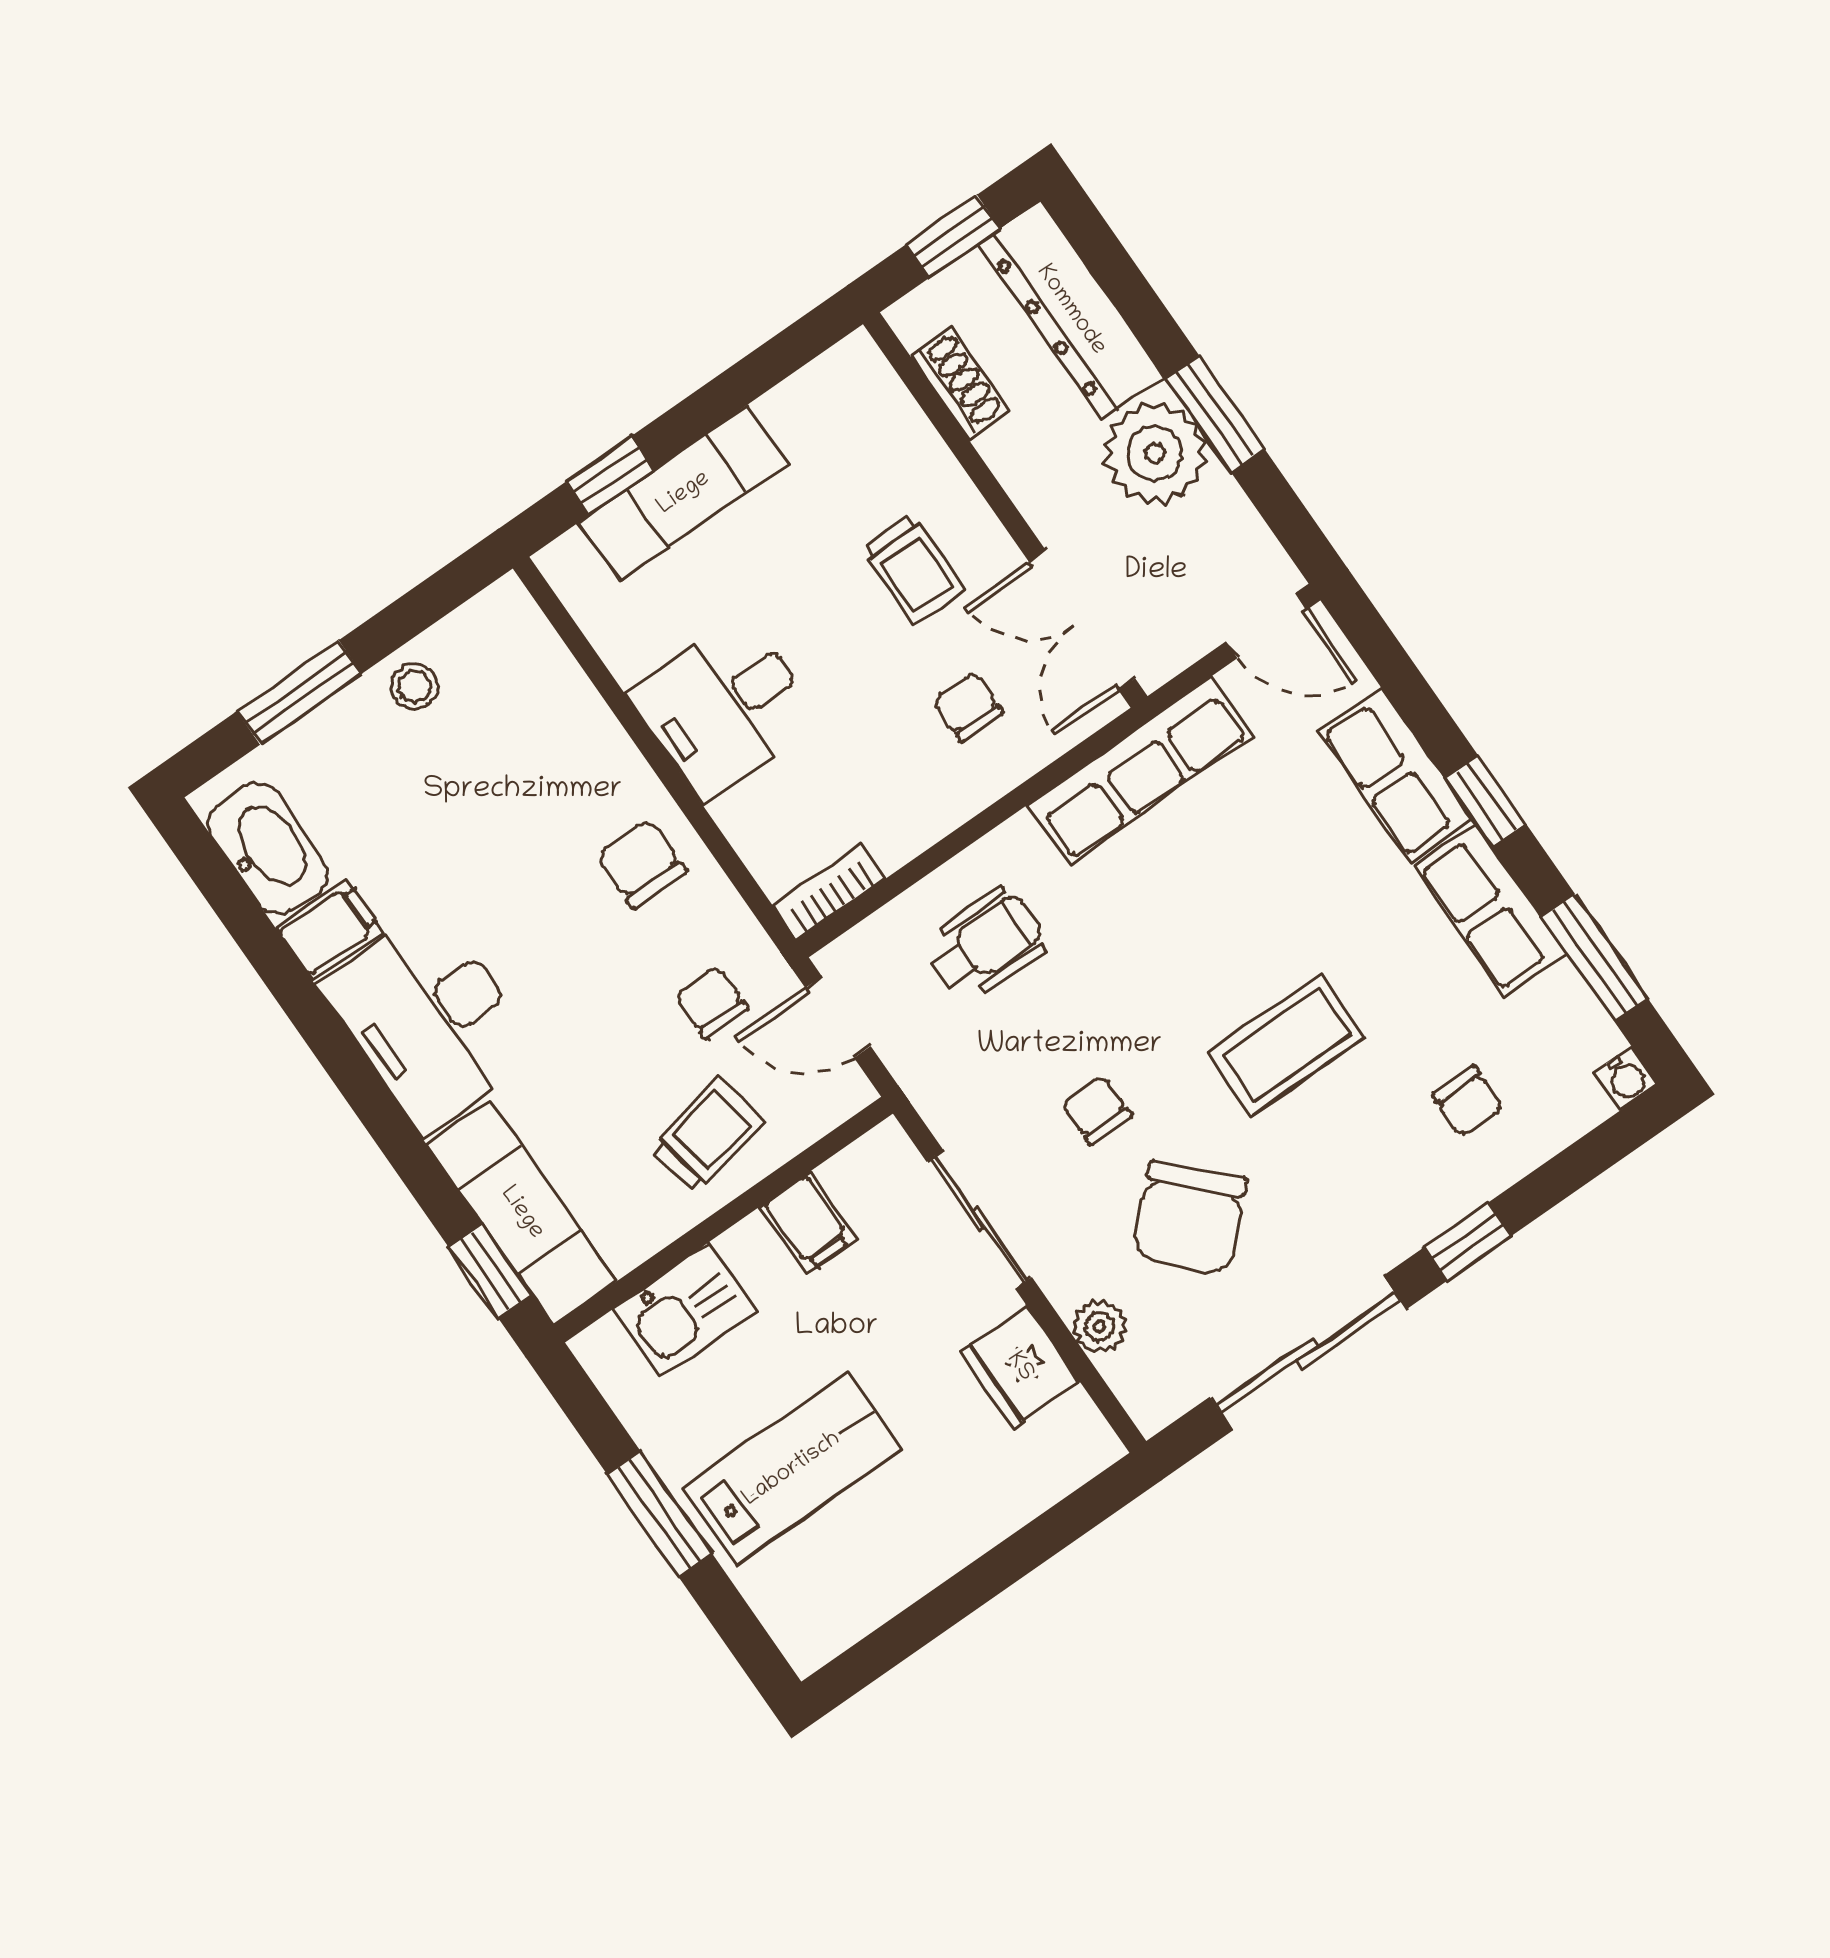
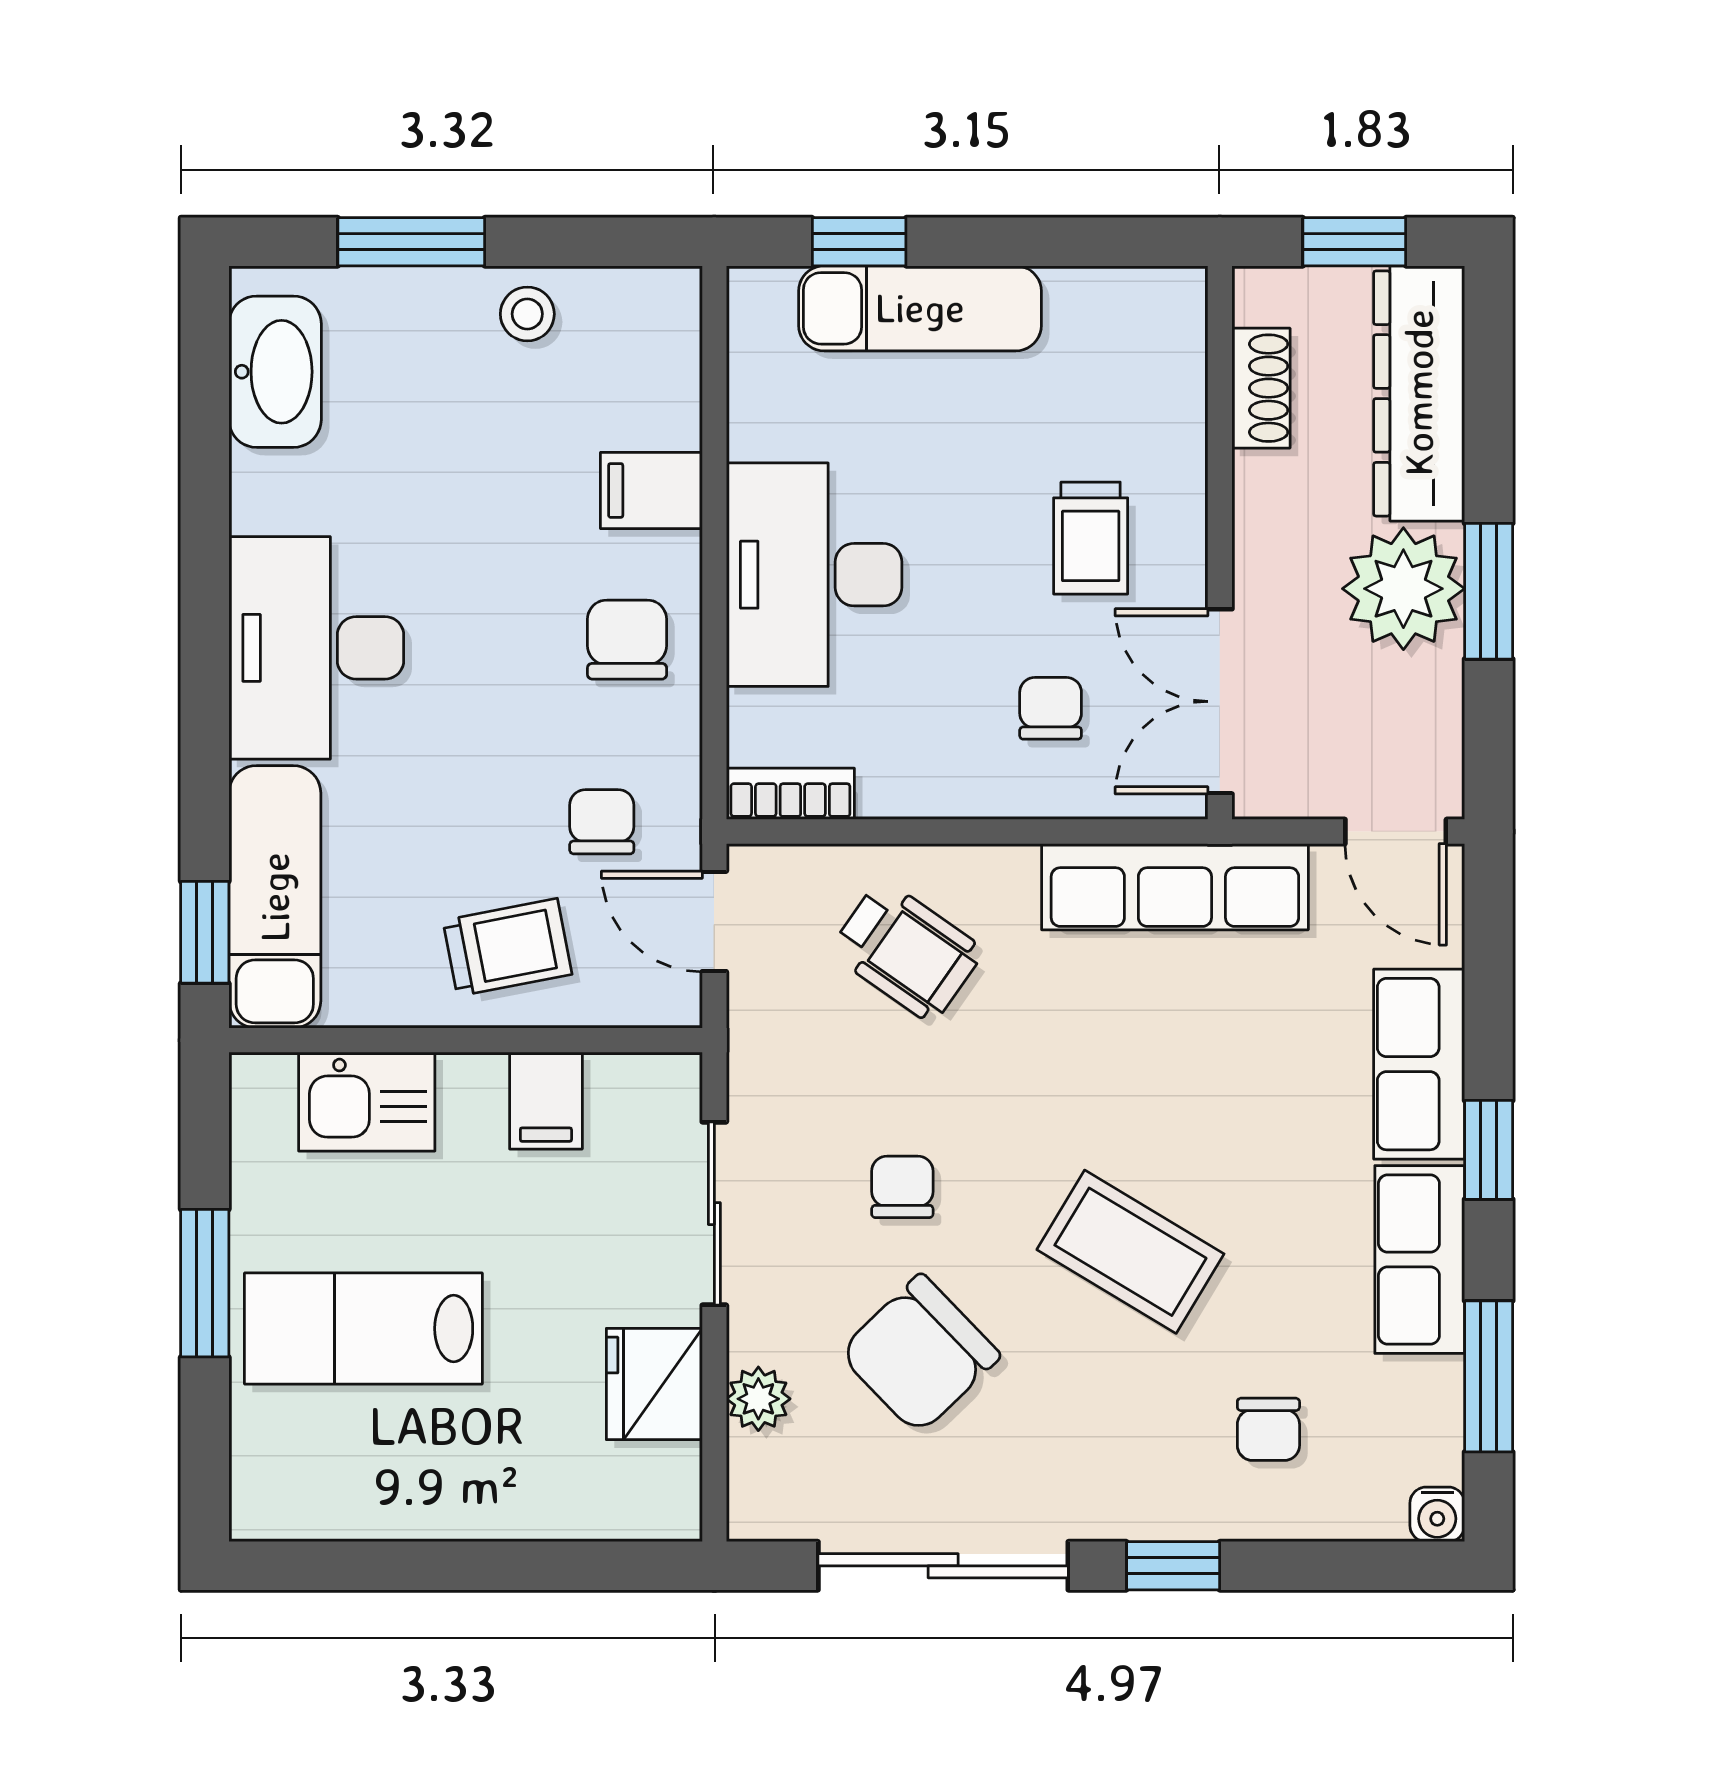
desk: (725, 707) -> (814, 575), width x1.37
filing cabinet: (329, 929) -> (651, 490), moved, turned 180
wheelchair: (985, 945) -> (906, 951), turned 35
coffee table: (1286, 1045) -> (1130, 1252), turned 31
lab bench: (792, 1469) -> (363, 1329), turned 180

